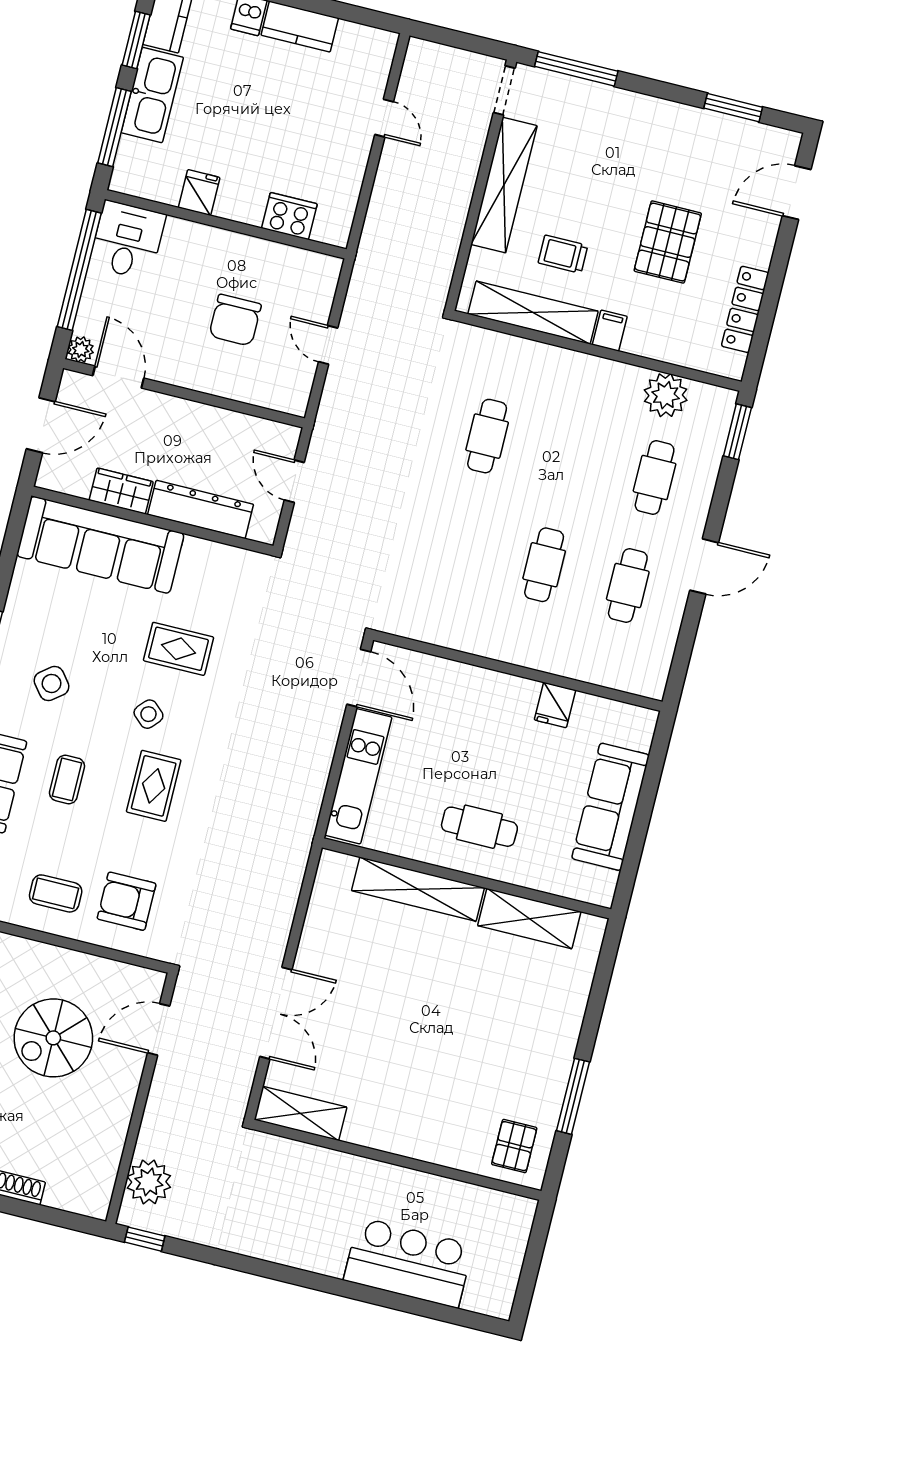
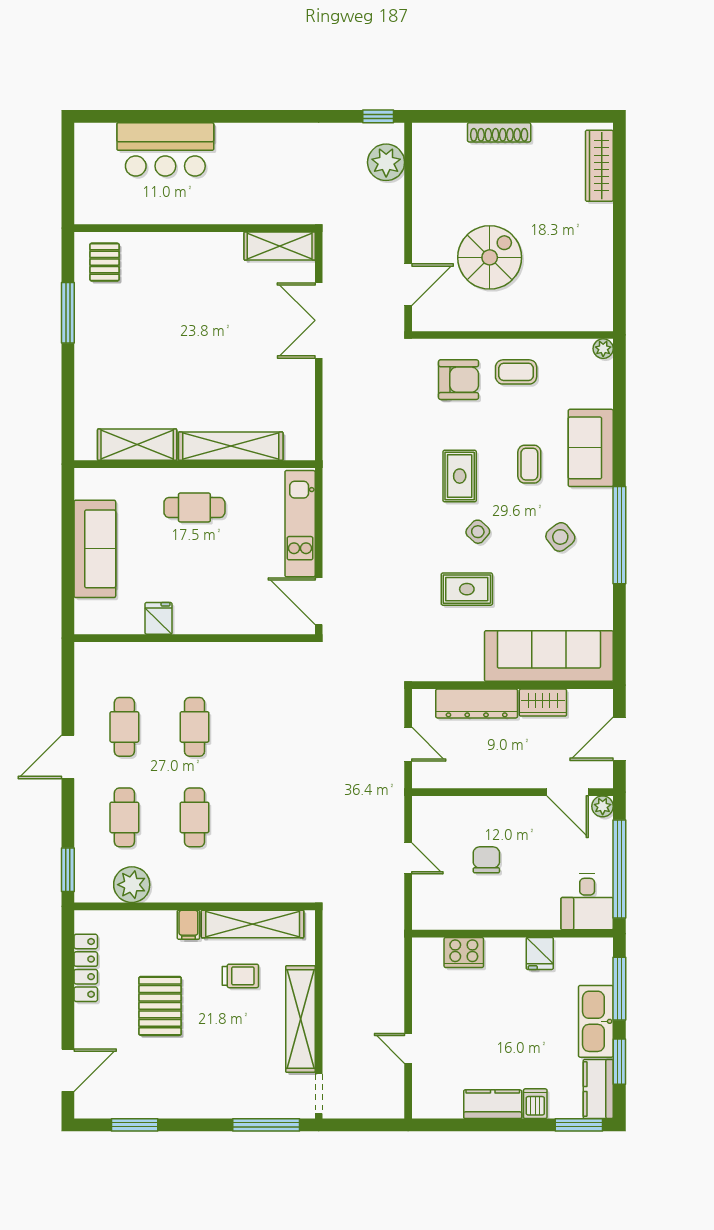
chair: (235, 320) -> (486, 860), width x0.73, depth x0.73
cafe table: (487, 436) -> (195, 817), moved

